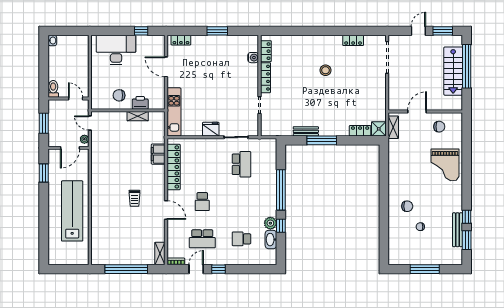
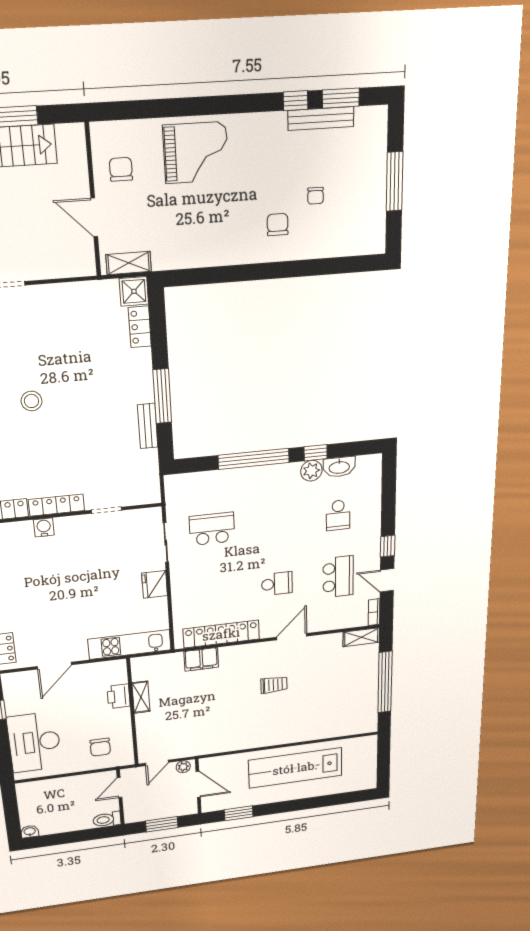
water cooler: (253, 58) -> (44, 527), moved
chair: (119, 95) -> (100, 747), moved

